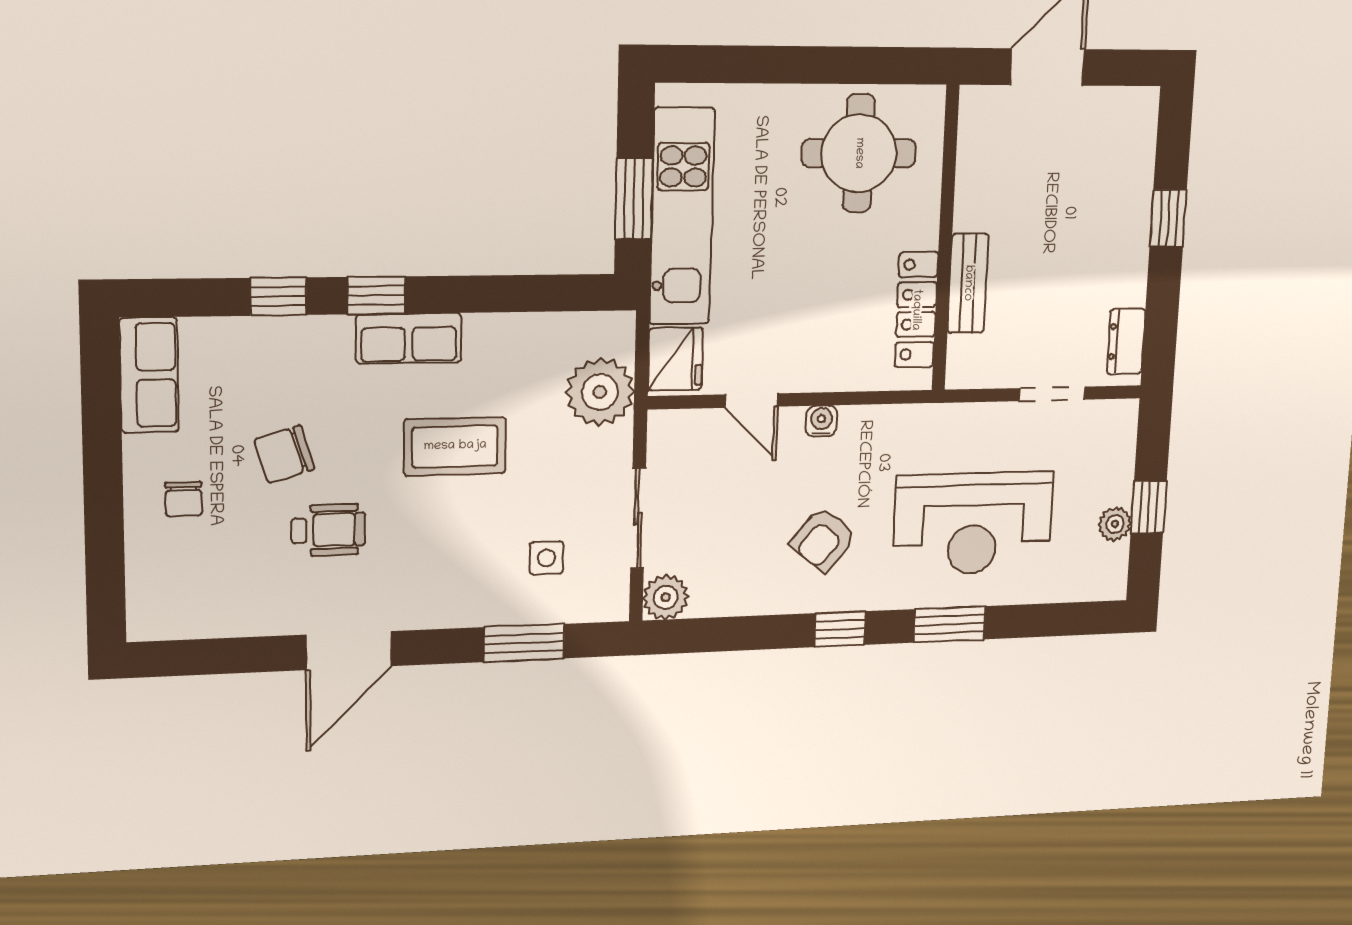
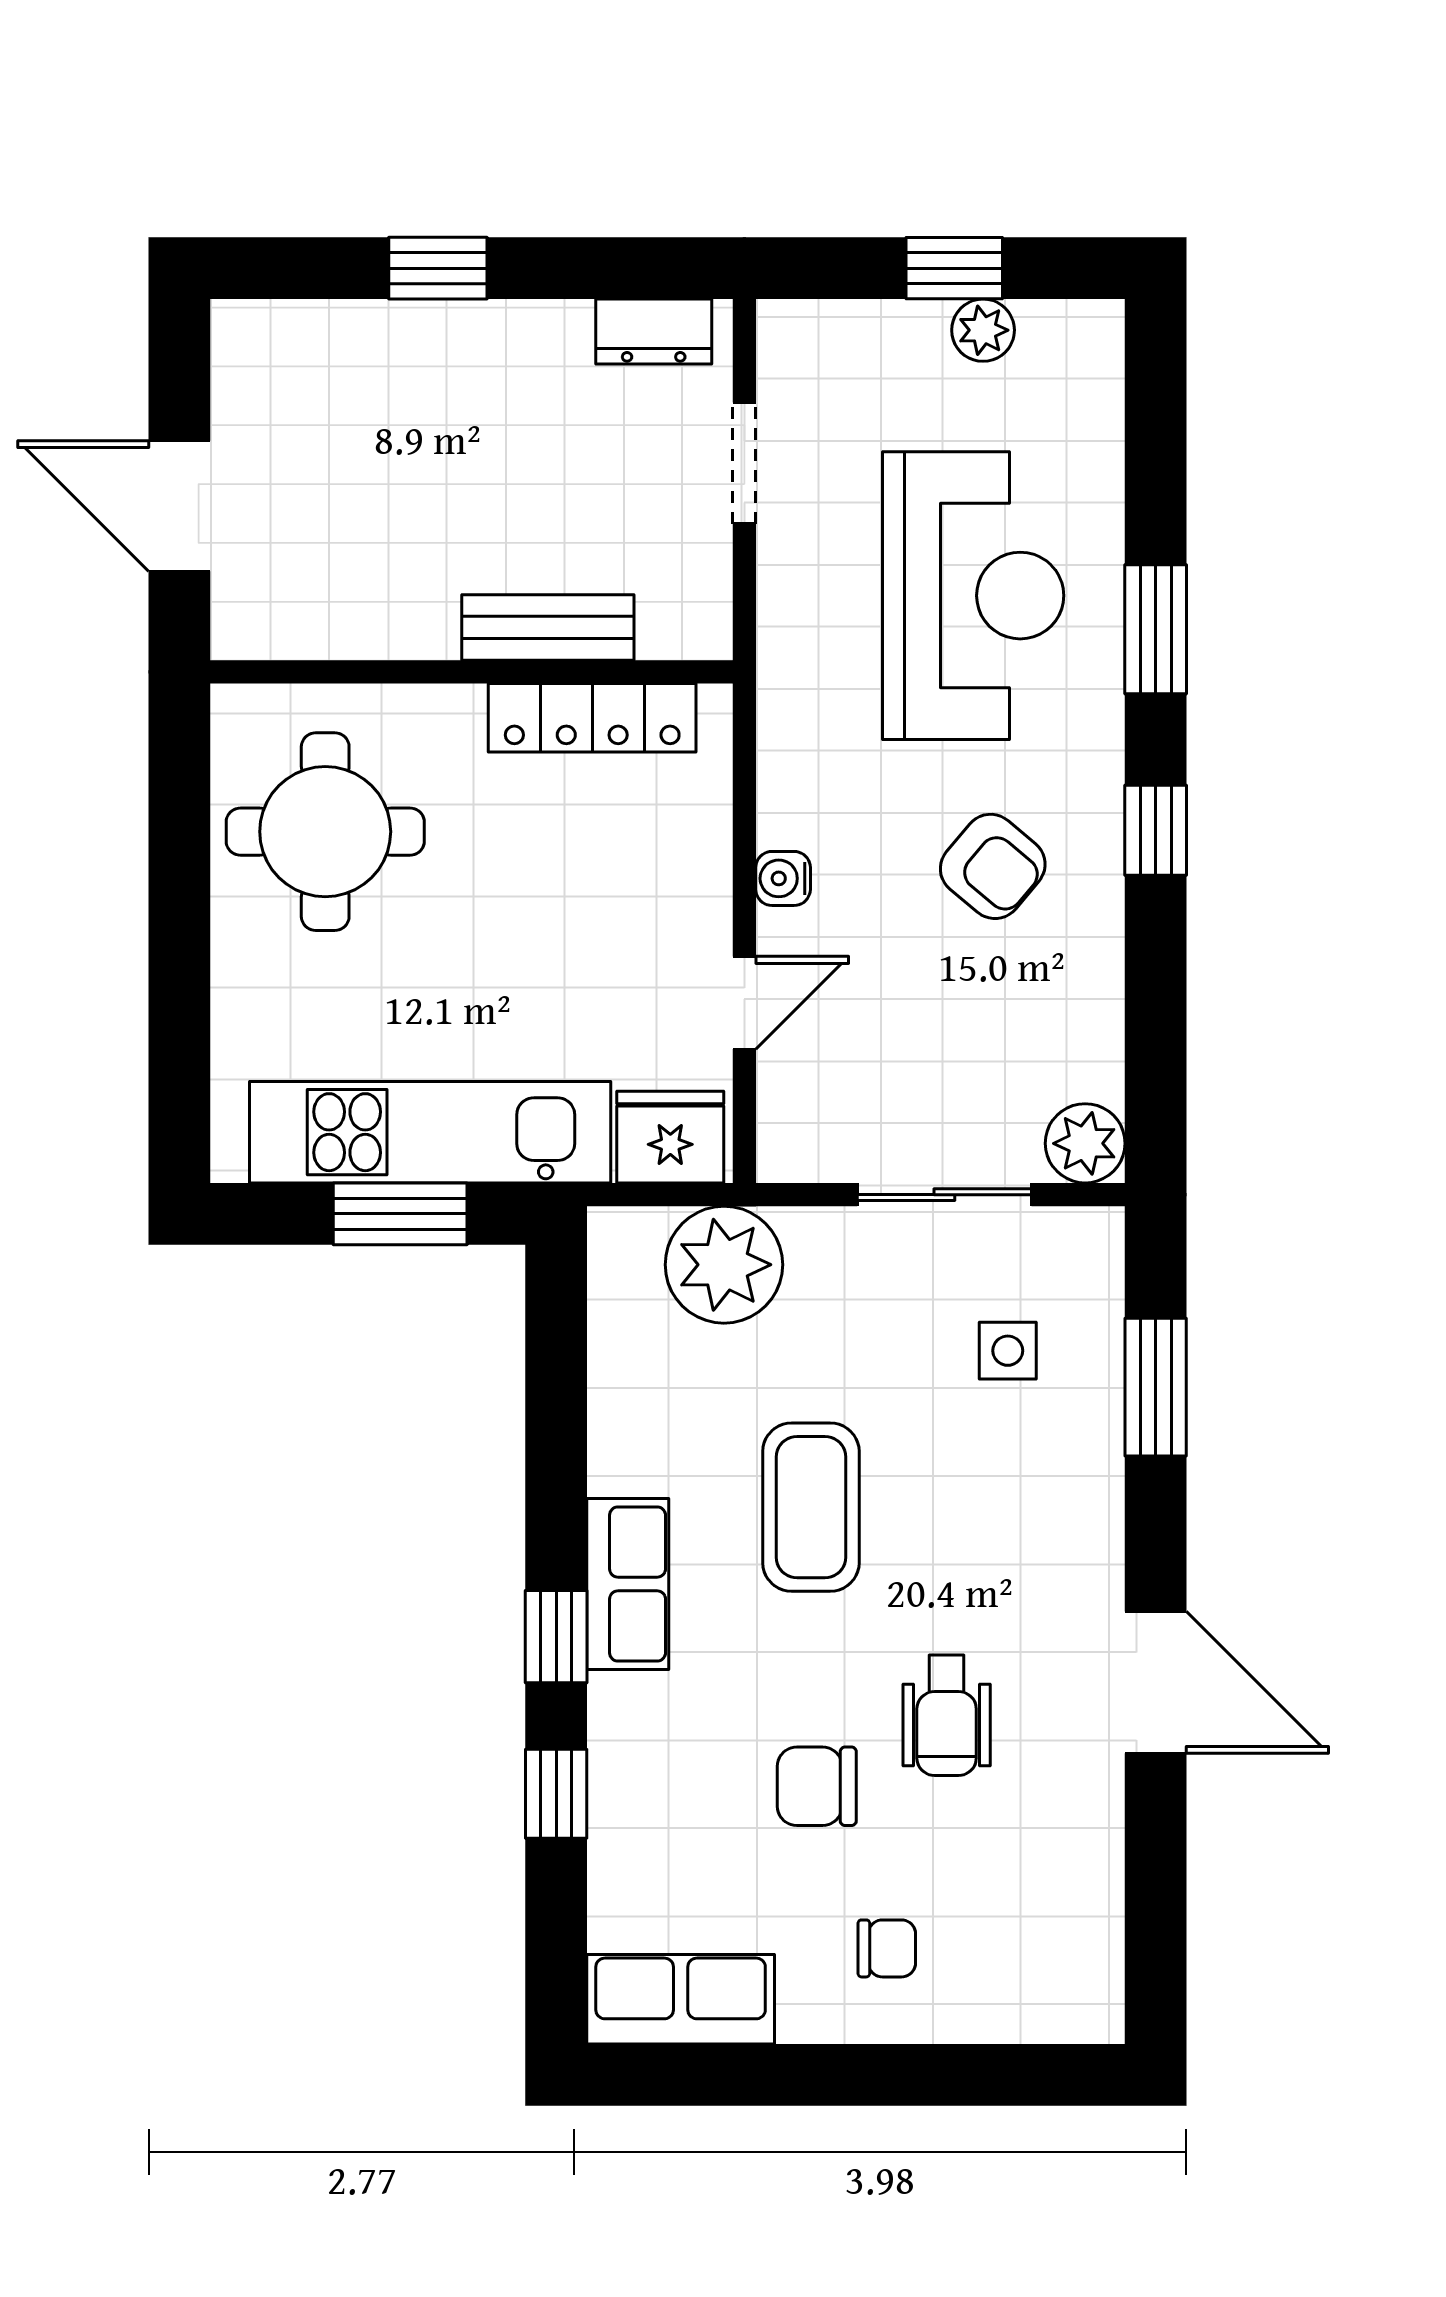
chair: (284, 454) -> (817, 1786), turned 107
wheelchair: (328, 530) -> (947, 1715), turned 180

